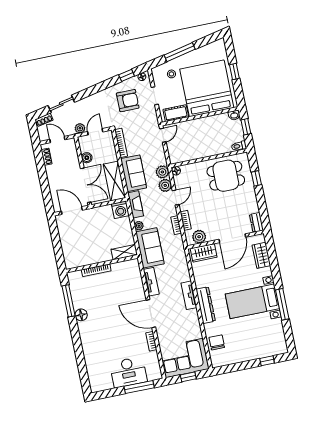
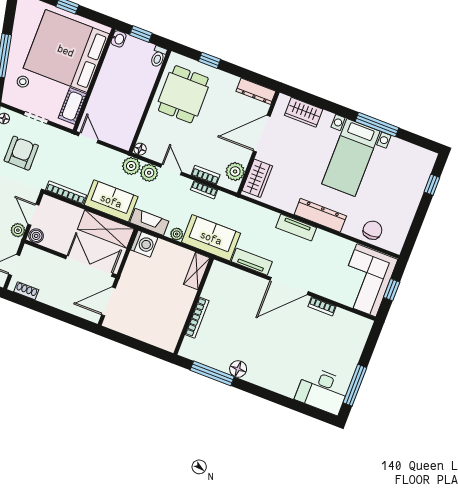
boiler: (87, 158) -> (36, 236), moved
dresser: (256, 222) -> (256, 91), width x1.44
door: (232, 238) -> (262, 134), swing flipped
chair: (217, 342) -> (372, 230), turned 90
desk: (128, 372) -> (322, 391), moved, turned 90
window: (139, 387) -> (355, 385), moved

